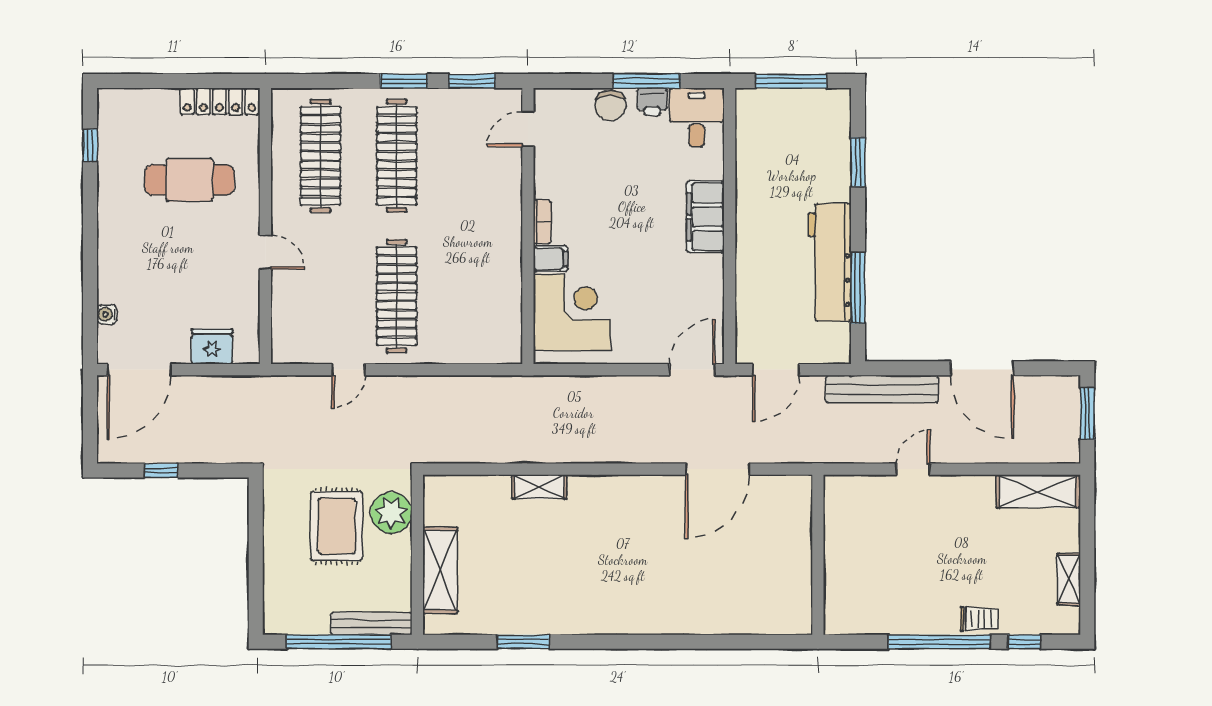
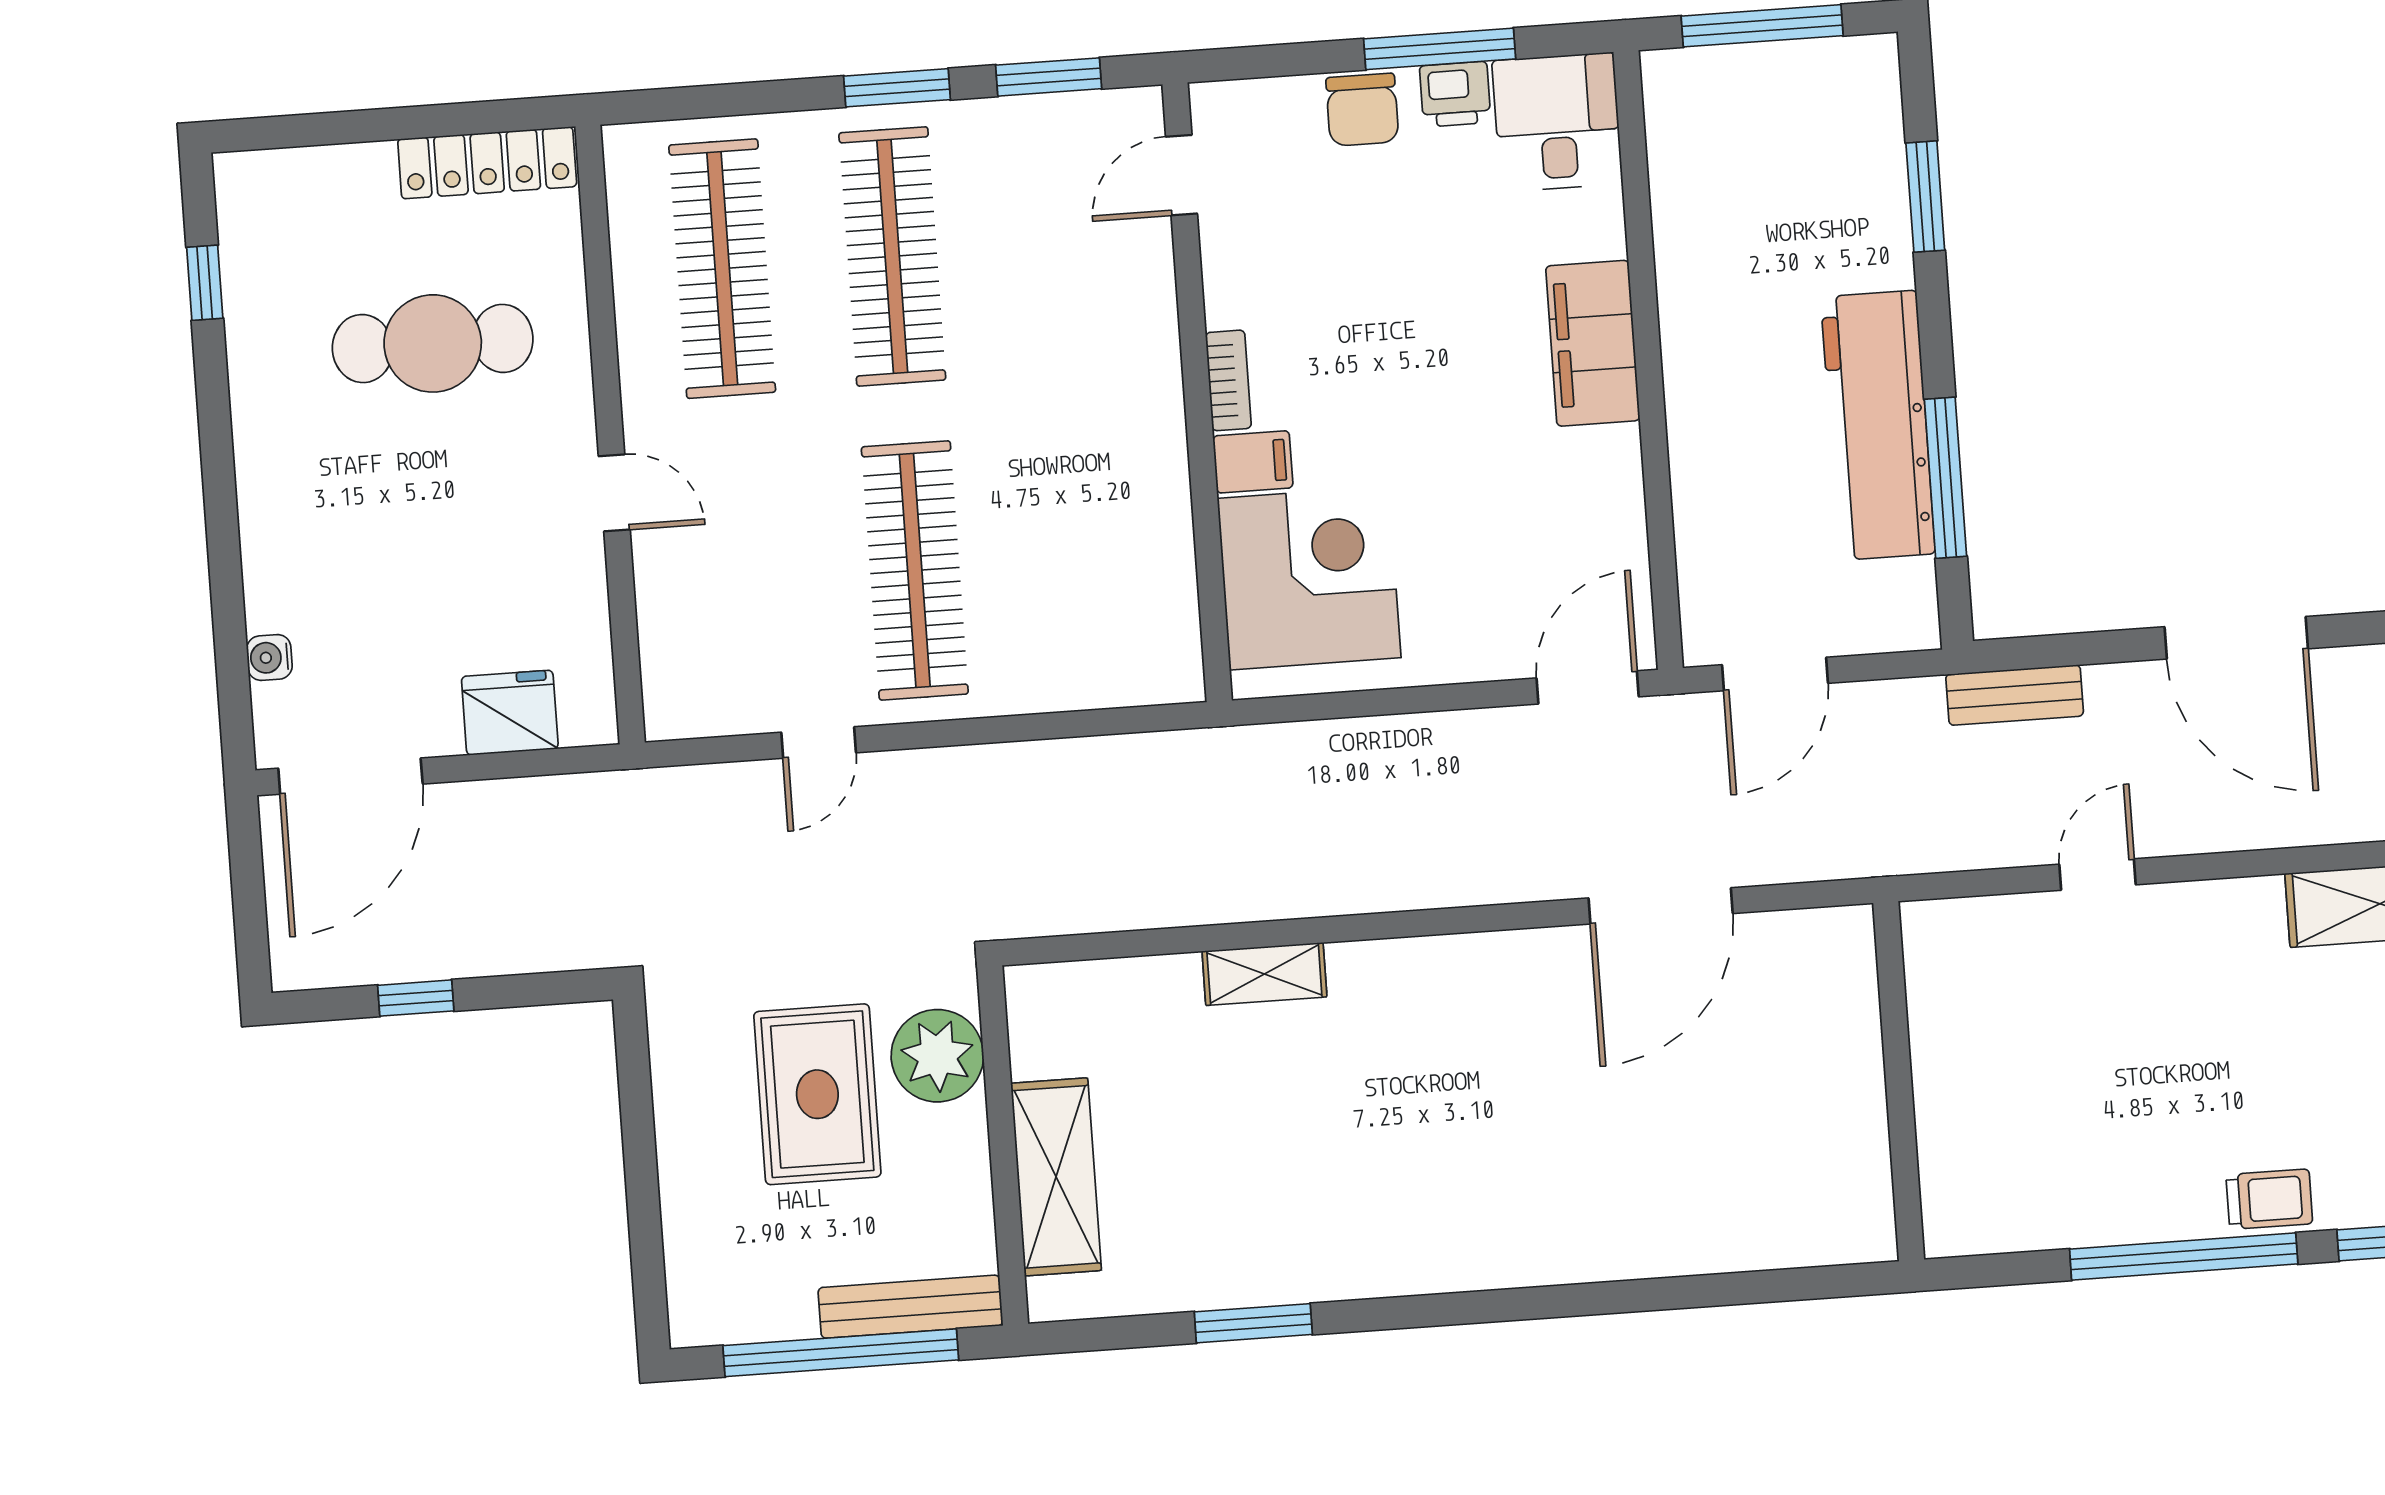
bench: (882, 389) -> (2015, 695), width x0.54, depth x0.82

